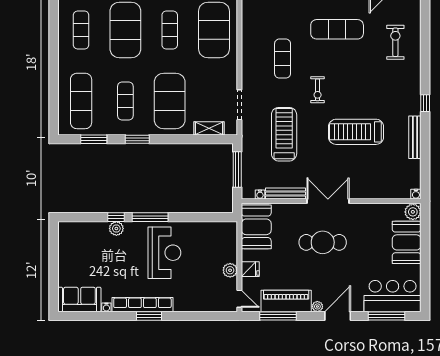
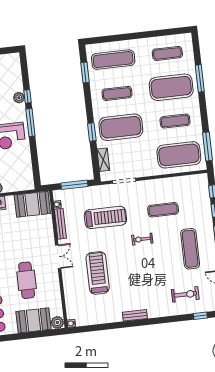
window: (425, 103) -> (200, 316), moved
treadmill: (356, 132) -> (98, 273), moved
bench: (415, 137) -> (135, 315), moved, width x0.73
window: (137, 139) -> (92, 132), moved
double door: (328, 201) -> (58, 257), width x0.73
cafe table: (323, 242) -> (27, 280), moved

